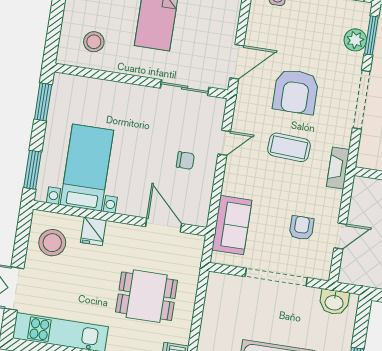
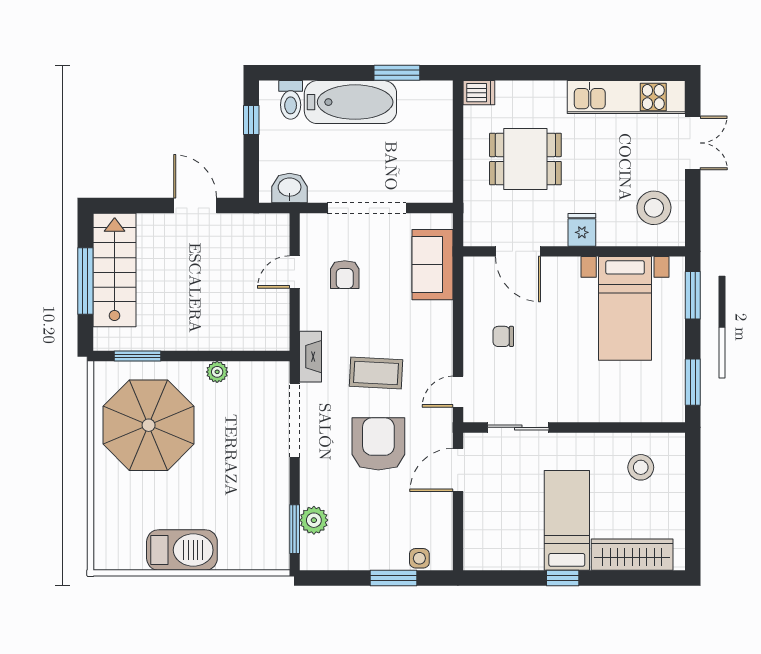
doorway: (361, 100) -> (295, 420), moved
door: (224, 143) -> (458, 392), moved
fridge: (93, 231) -> (582, 230), moved

